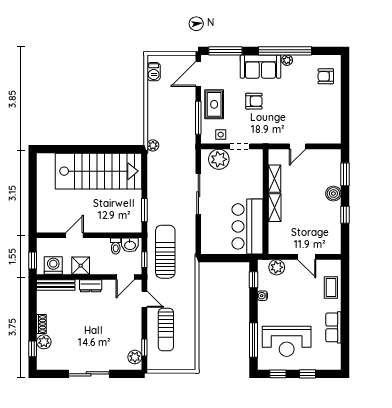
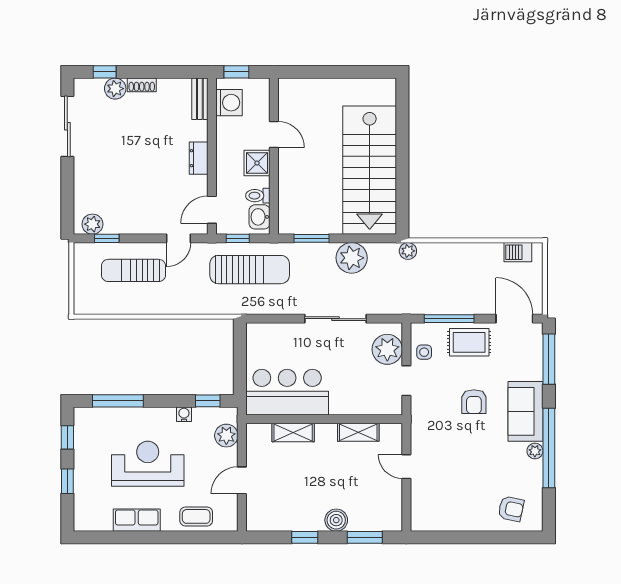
armchair: (326, 76) -> (511, 509), turned 102
plant: (157, 183) -> (352, 258), added
shelving: (275, 208) -> (293, 432), moved
shower: (81, 266) -> (257, 163), moved
door: (125, 277) -> (212, 210), hinge flipped
bench: (56, 285) -> (200, 99), width x0.73
reception desk: (287, 341) -> (148, 464), moved, turned 90
sliding door: (89, 374) -> (67, 126), moved

